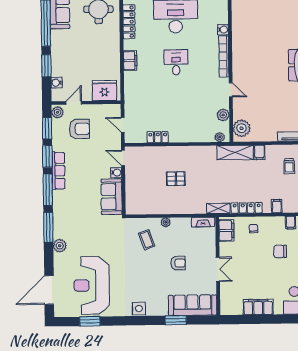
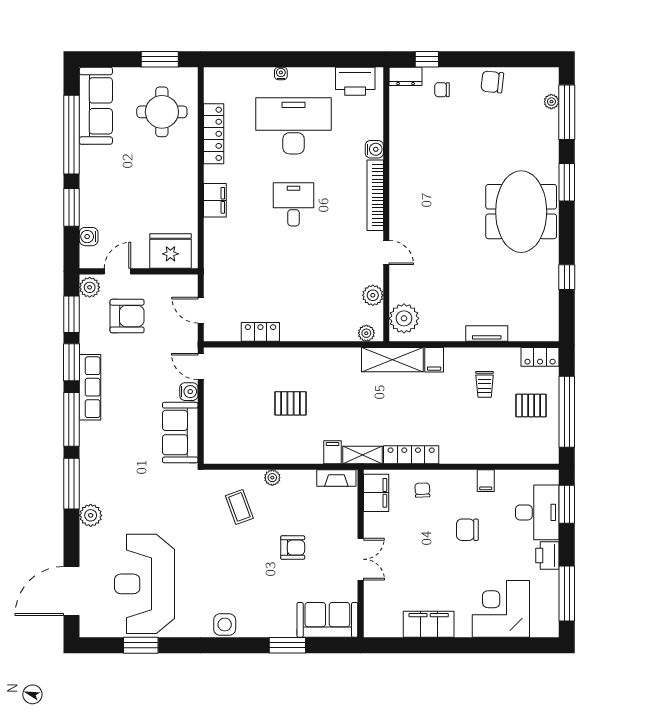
filing cabinet: (277, 206) -> (333, 452), moved
sofa: (193, 305) -> (327, 620), width x0.73

